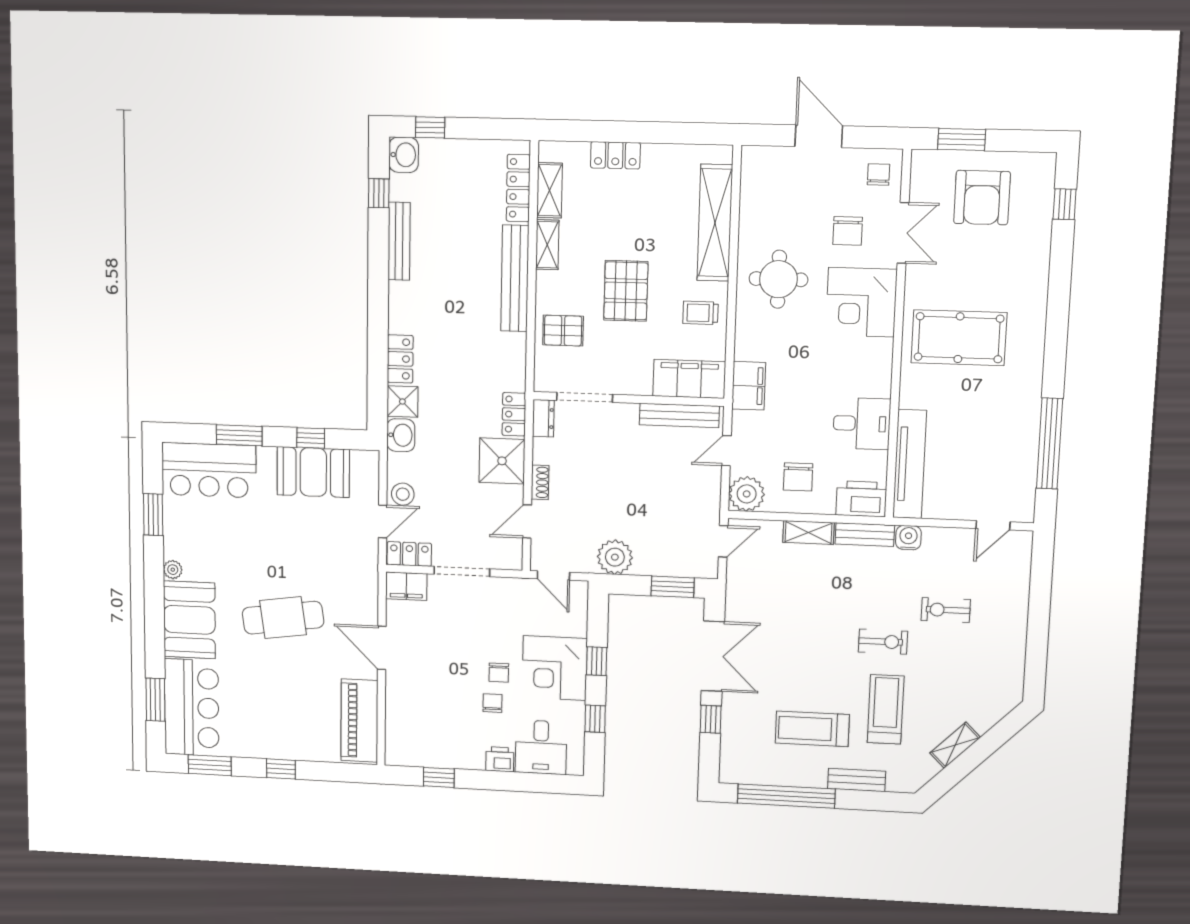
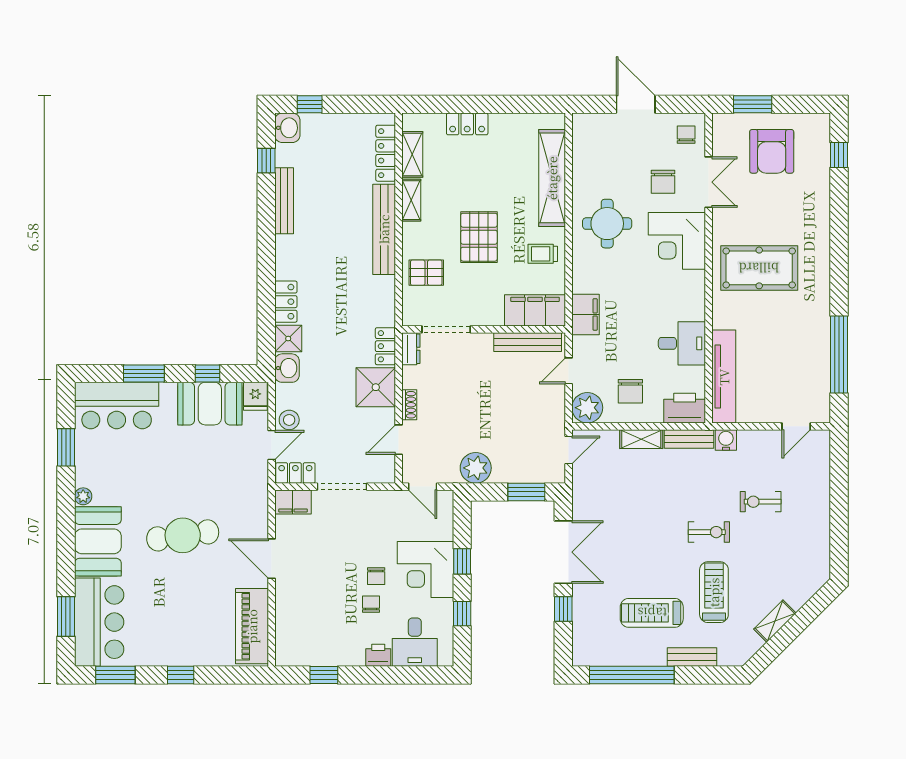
fridge: (365, 466) -> (255, 396), added

